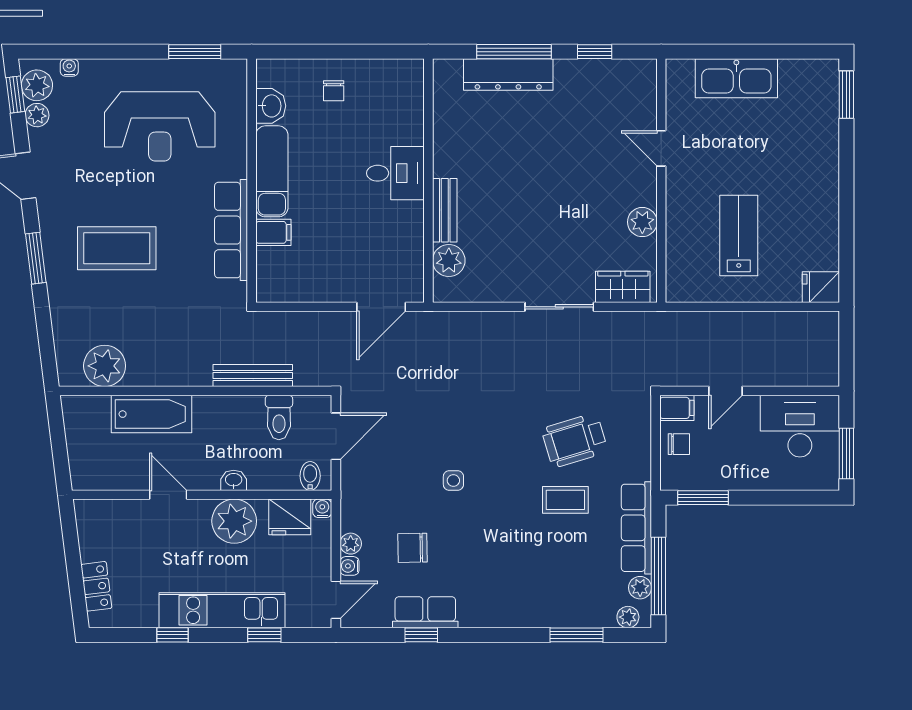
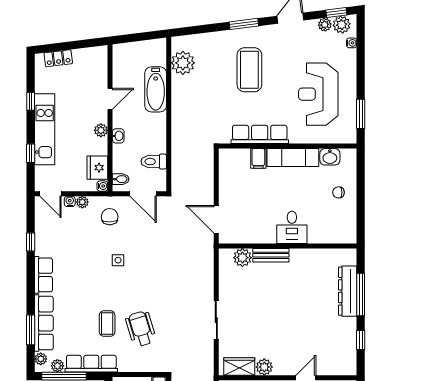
wardrobe: (623, 287) -> (239, 366), moved, turned -90
bench: (253, 376) -> (177, 147), removed
plant: (234, 521) -> (101, 130), width x0.53, depth x0.53
chair: (413, 548) -> (110, 217), moved
row of seats: (425, 612) -> (43, 275), moved
row of seats: (565, 612) -> (44, 323), added

